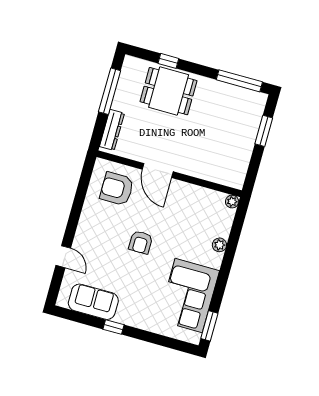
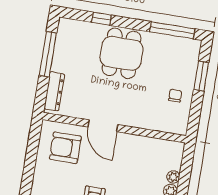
dining table: (169, 91) -> (122, 53), moved, turned 90
chair: (235, 148) -> (175, 96), added
plant: (232, 202) -> (173, 177), moved

